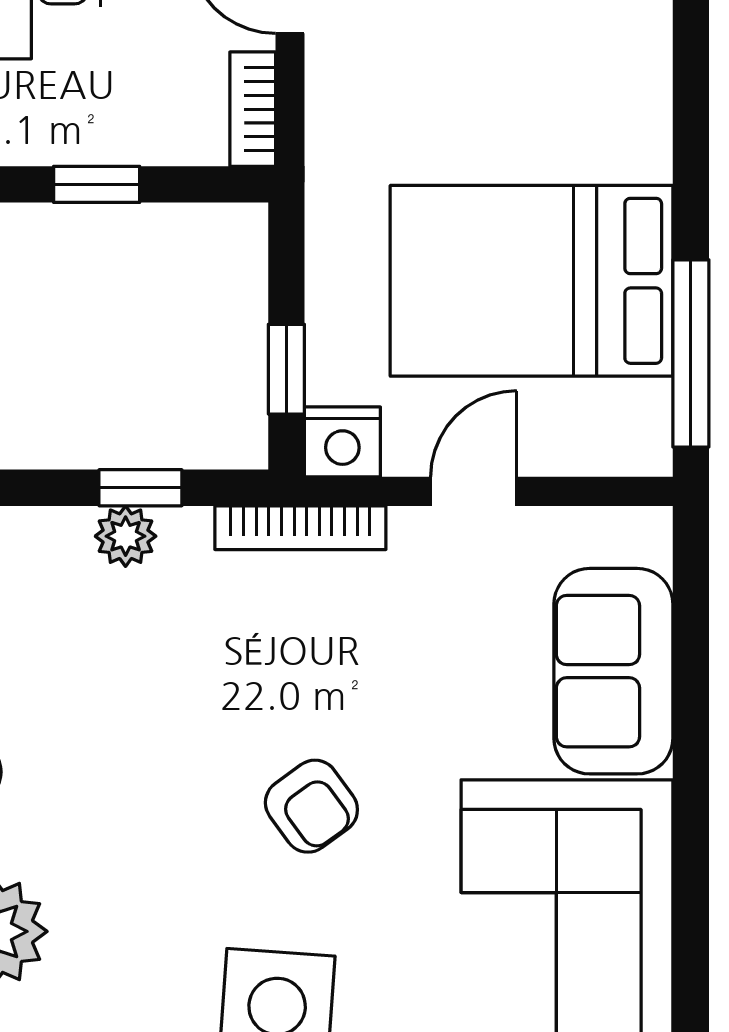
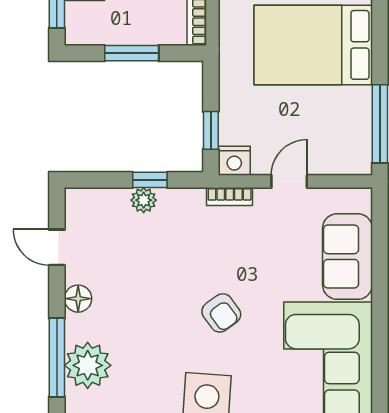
window: (97, 184) -> (132, 53), width x1.50
bed: (532, 281) -> (313, 45), moved
bookcase: (300, 528) -> (230, 197), width x0.64

